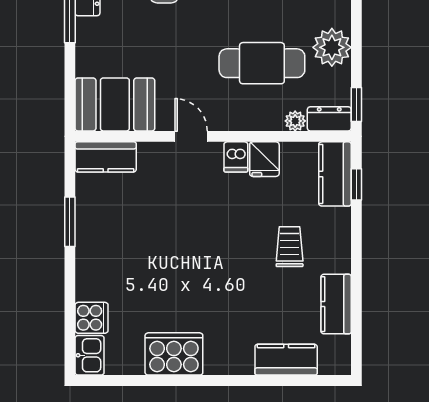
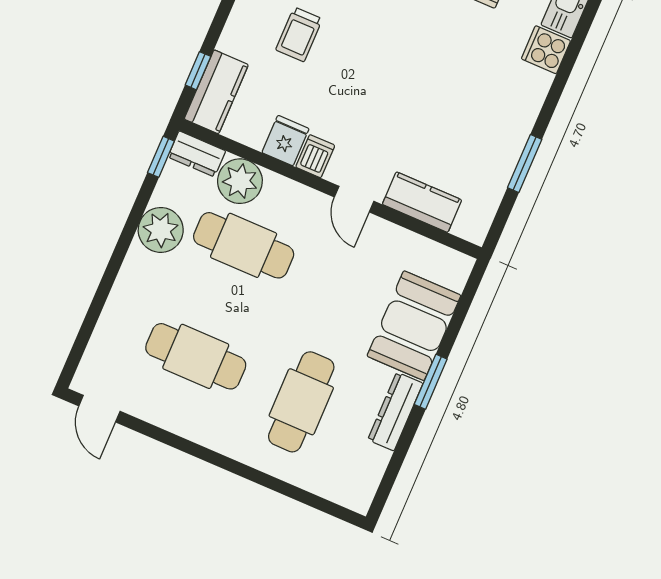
booth: (115, 104) -> (414, 326), moved, turned 90
plant: (295, 121) -> (240, 181), width x1.88, depth x1.88
kitchen counter: (106, 157) -> (422, 202), moved

